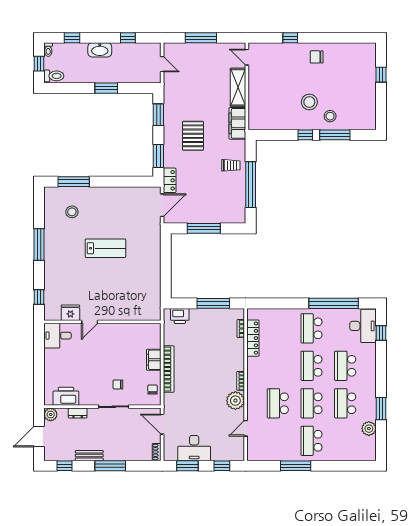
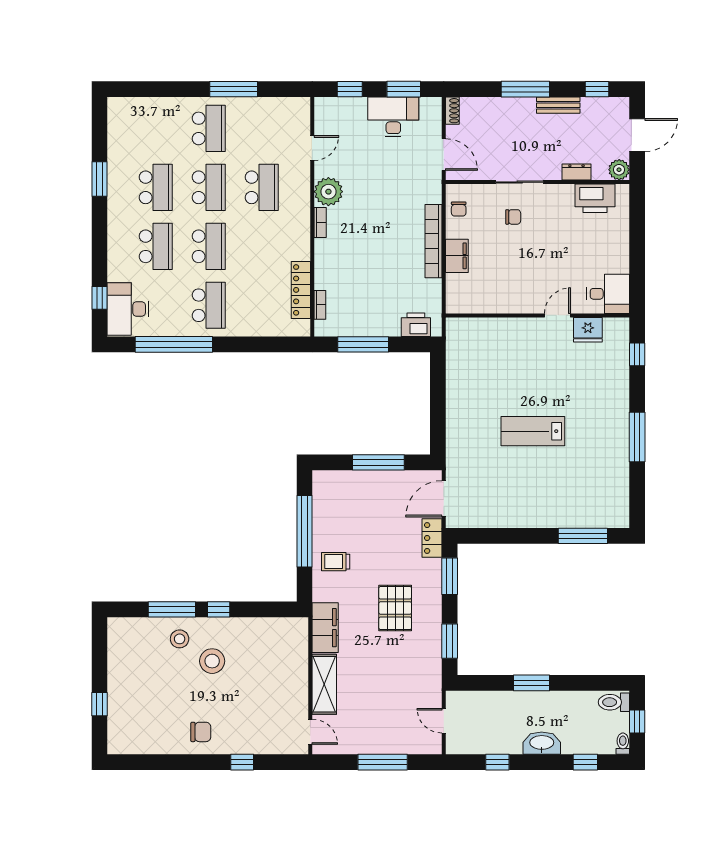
stool: (72, 212) -> (586, 488), removed
plant: (369, 429) -> (119, 148), removed

